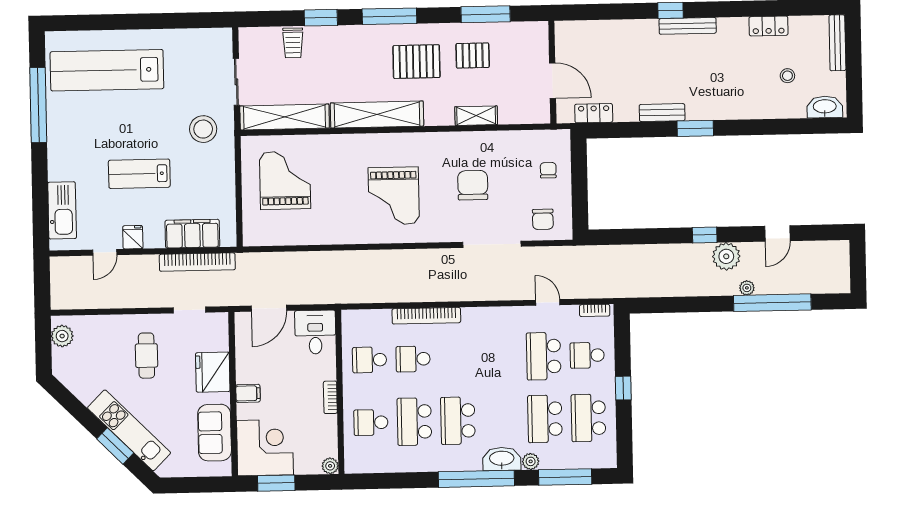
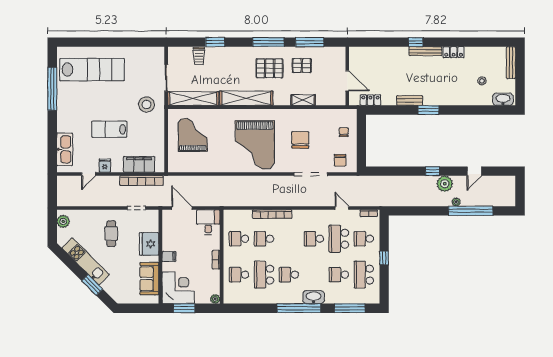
window: (389, 16) -> (268, 42), moved
locker: (769, 26) -> (454, 52), moved
lab bench: (107, 70) -> (92, 70), turned 180
grand piano: (394, 196) -> (255, 145), width x1.37, depth x1.48
door: (269, 308) -> (182, 208), swing flipped
school desk: (500, 357) -> (314, 239), added
school desk: (545, 419) -> (339, 275), width x0.54
school desk: (458, 421) -> (289, 275), width x0.54
kitchen unit: (129, 430) -> (85, 261), moved
plant: (531, 461) -> (330, 299), removed

